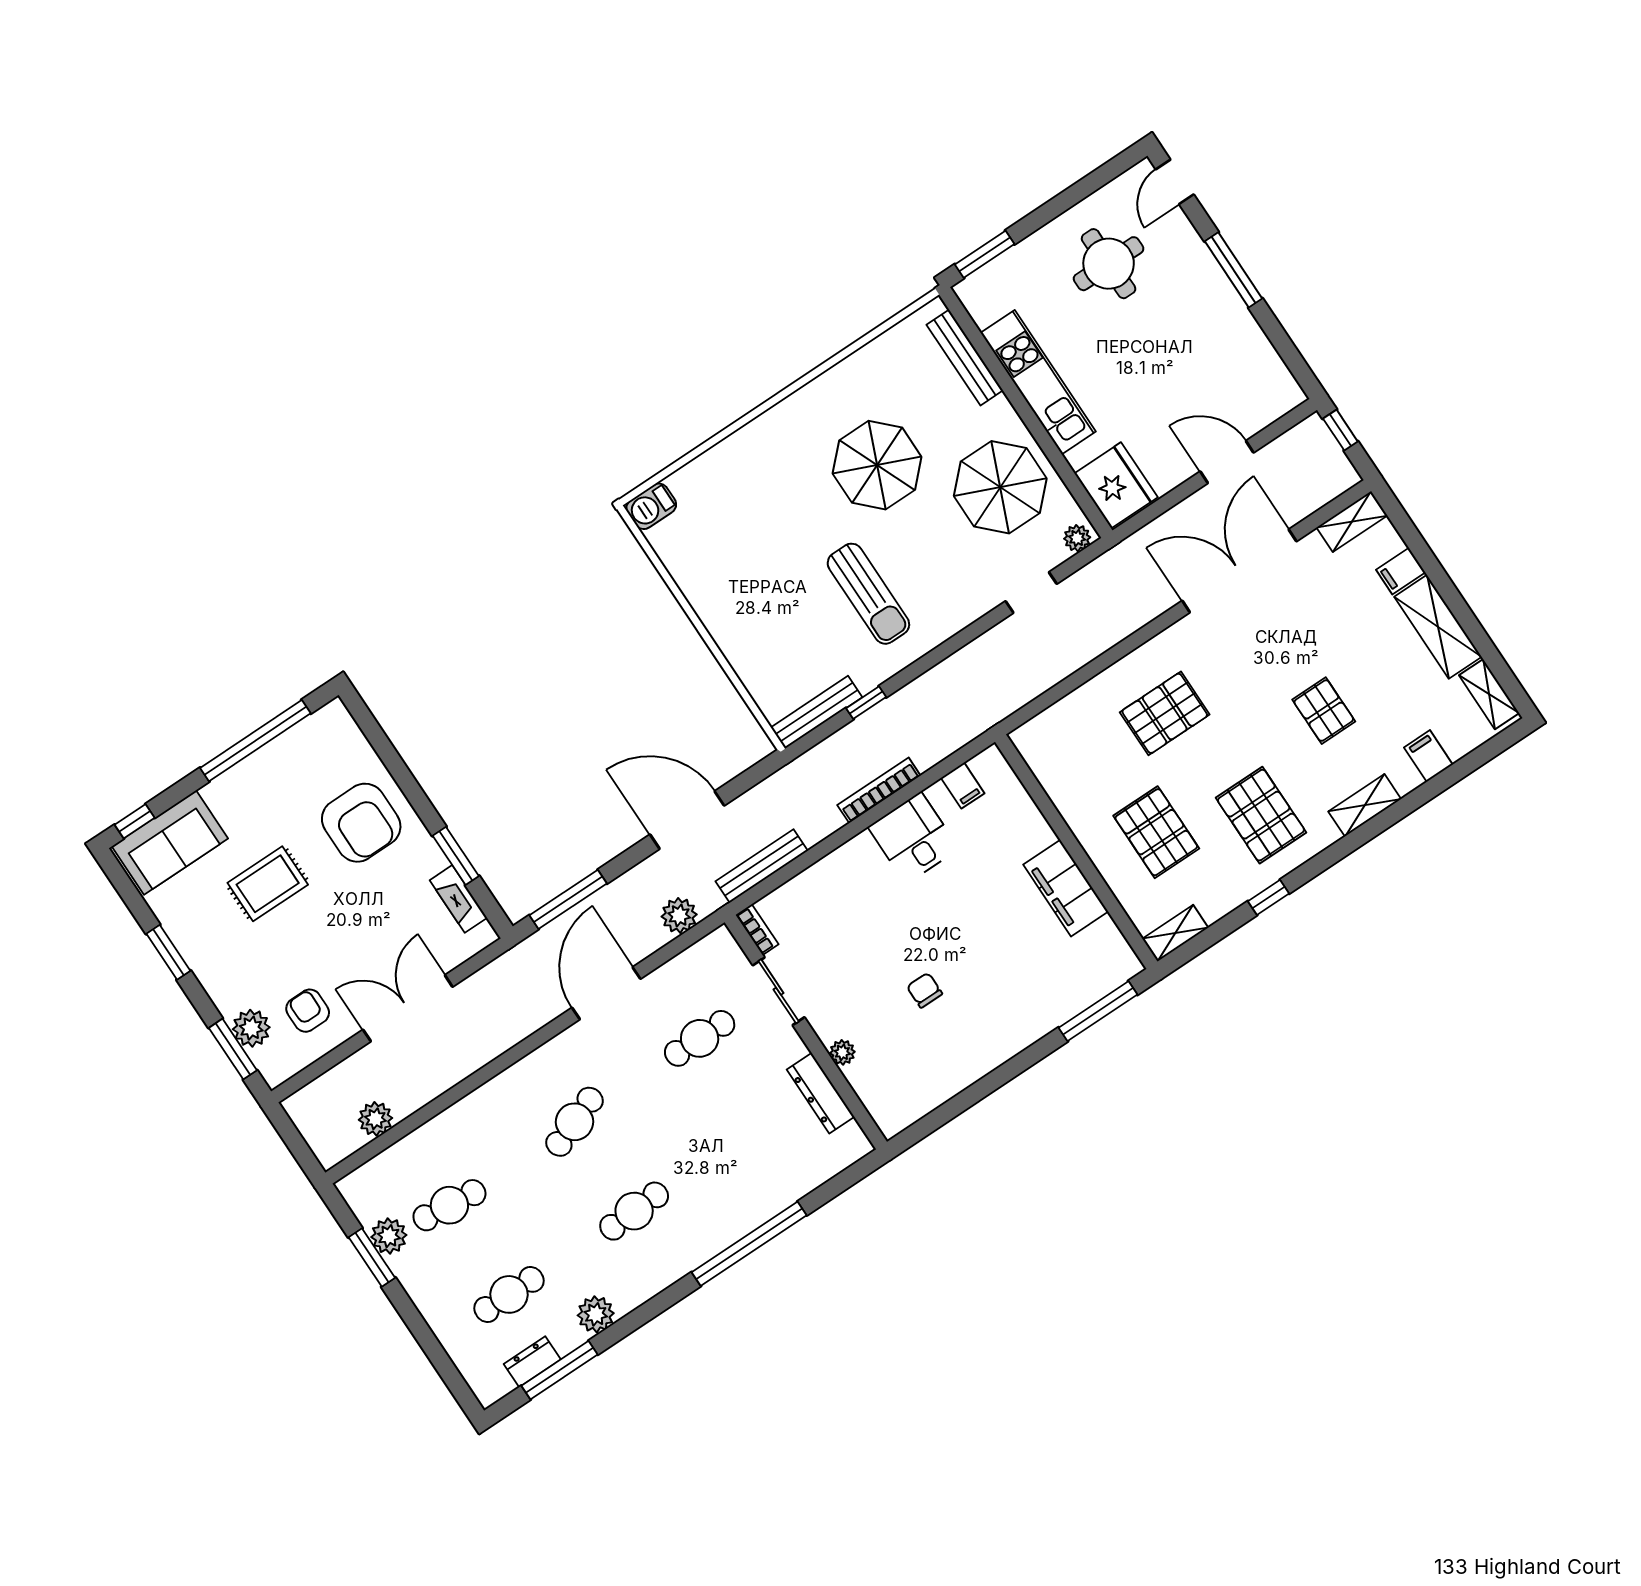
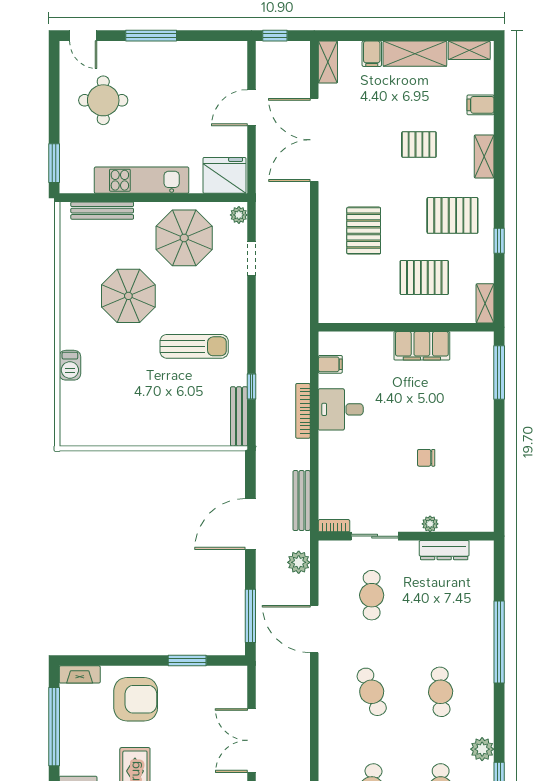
barbecue: (651, 506) -> (70, 365), moved
fireplace: (458, 899) -> (80, 674), moved

